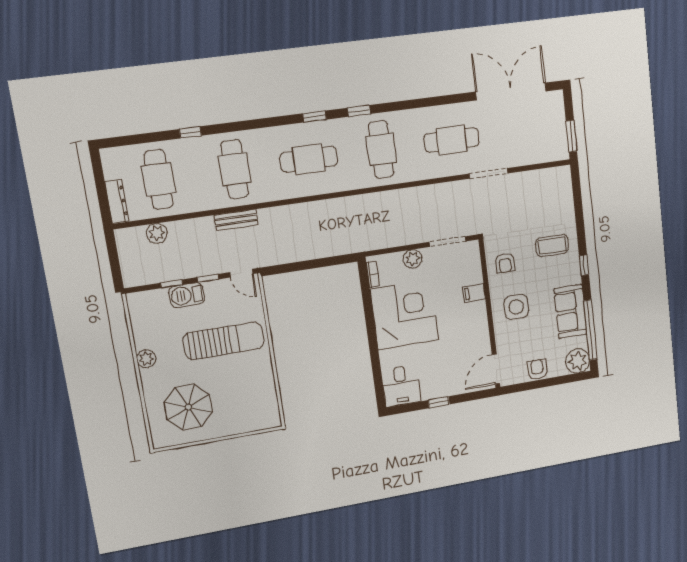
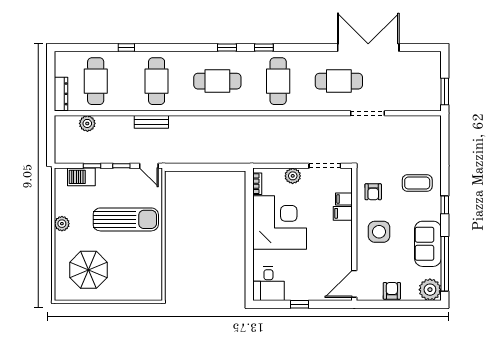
double door: (511, 91) -> (368, 48), moved
filing cabinet: (473, 276) -> (344, 199), added
barbecue: (187, 295) -> (81, 177), moved

